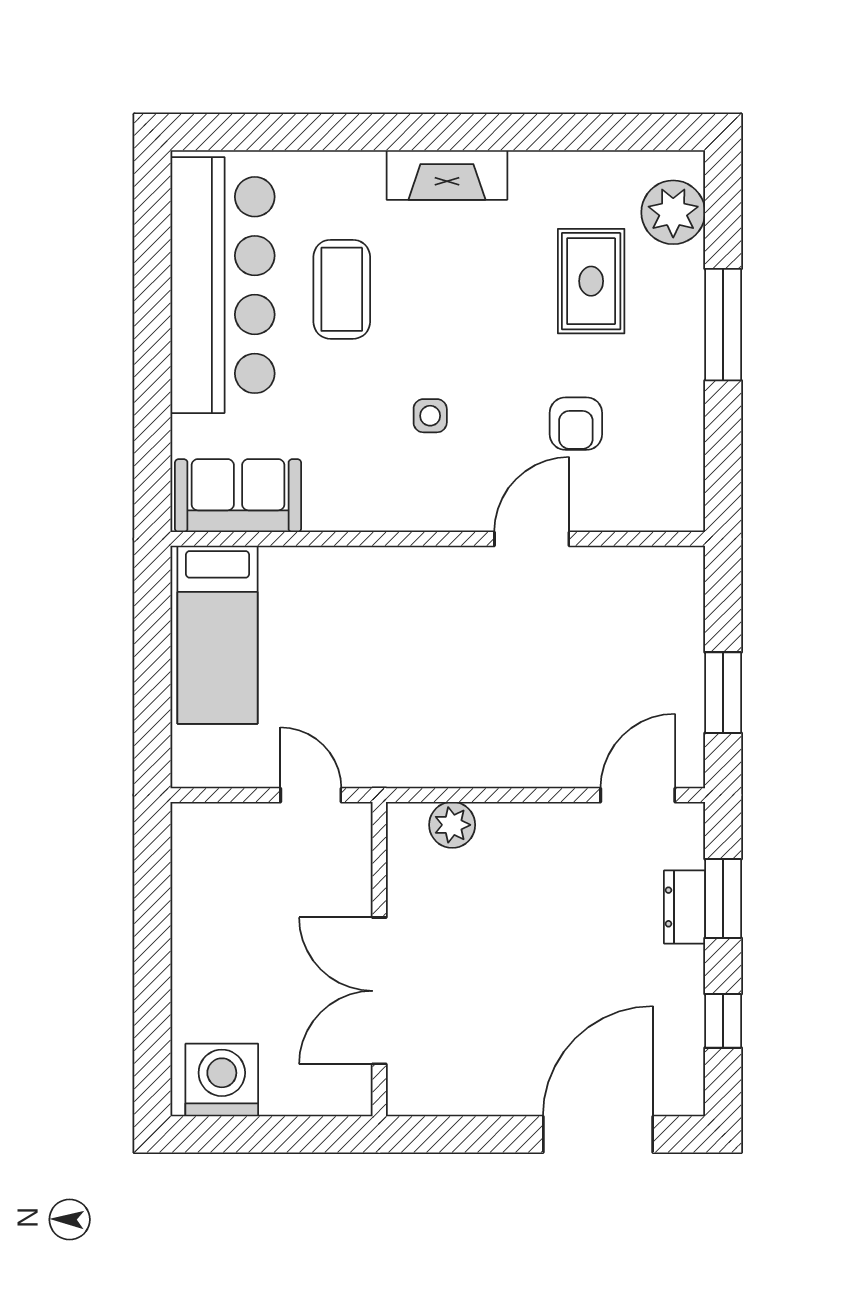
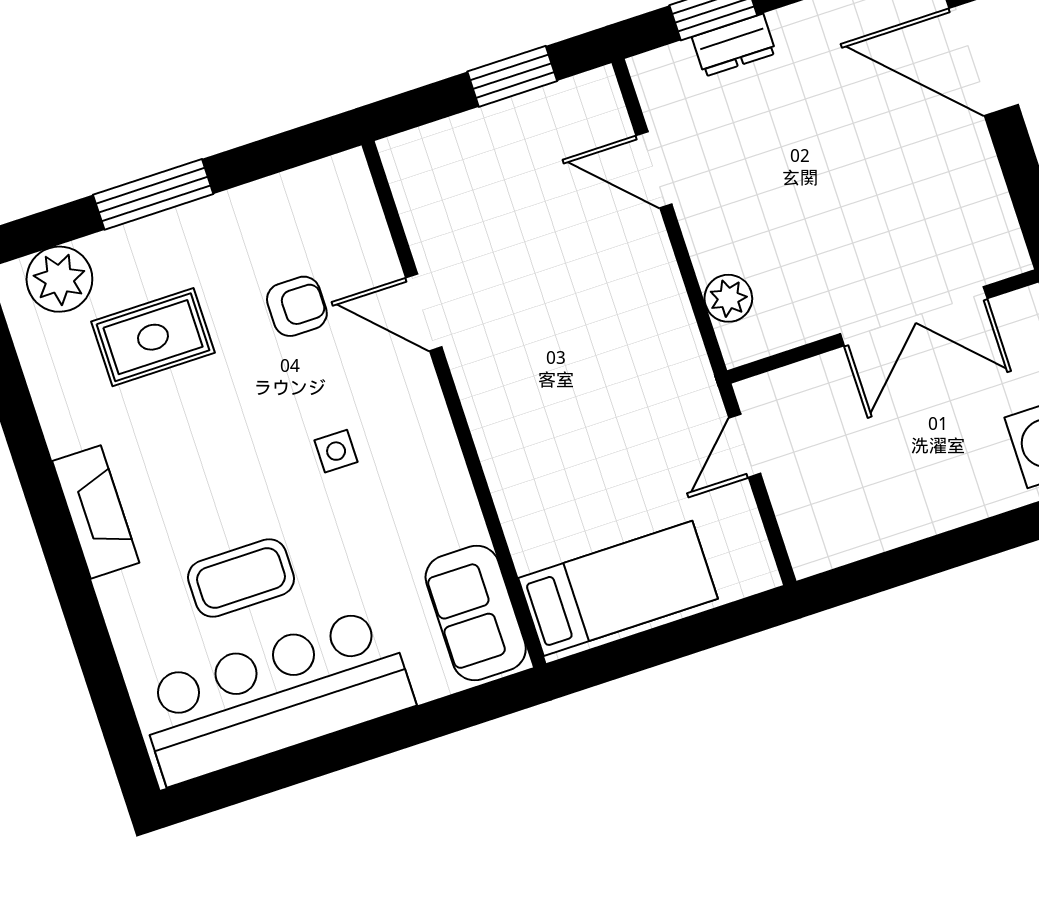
door: (638, 795) -> (654, 170), moved

